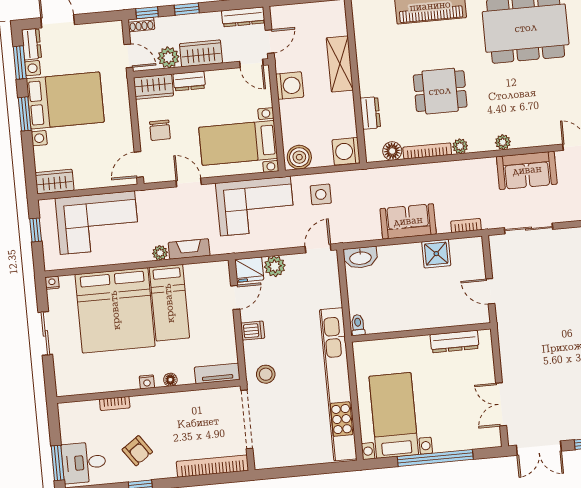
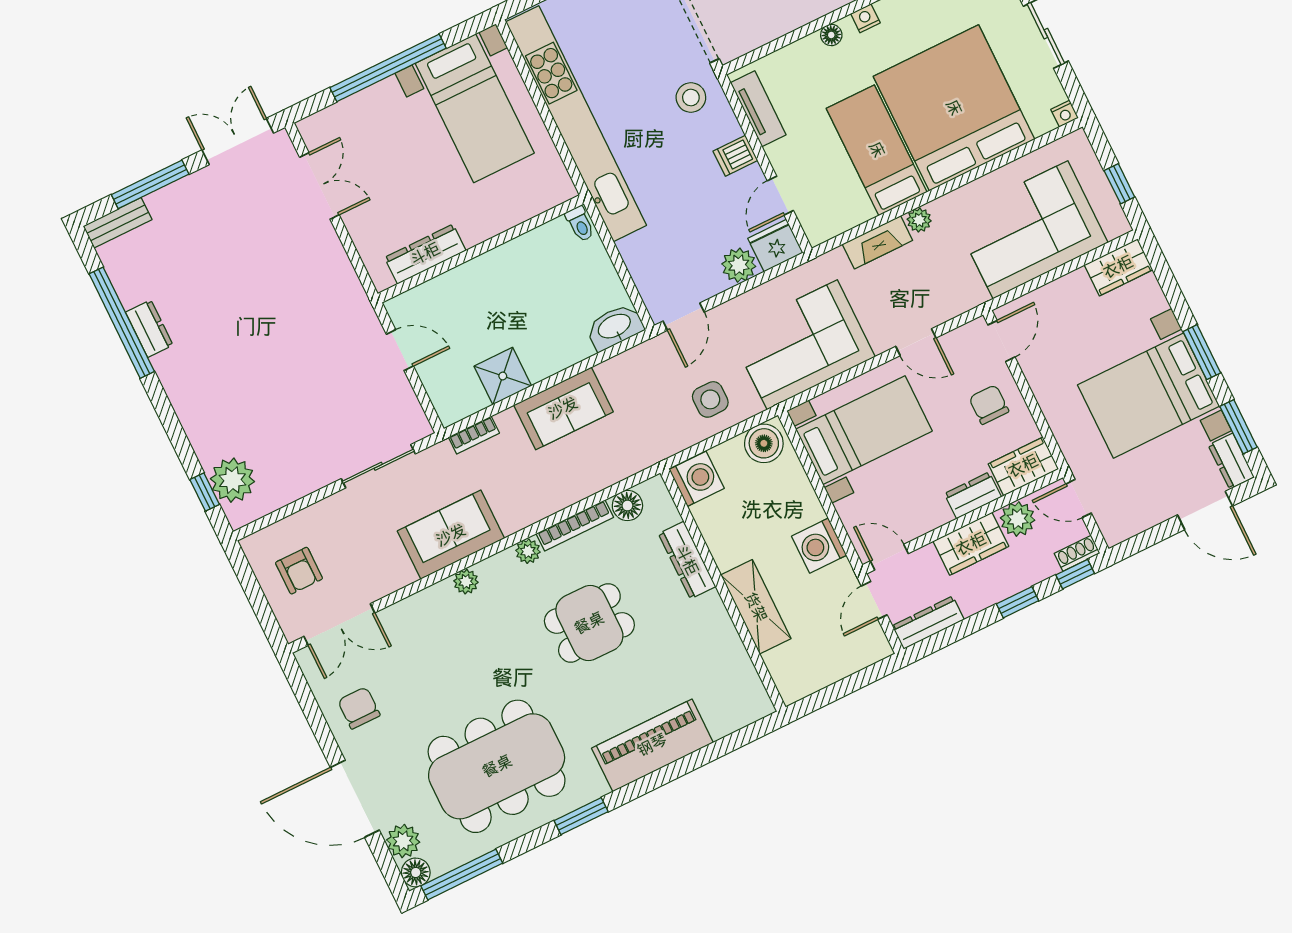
dresser: (370, 113) -> (687, 560), width x1.44
sofa: (527, 170) -> (451, 535), moved
tv unit: (217, 373) -> (758, 109), moved, turned -90

